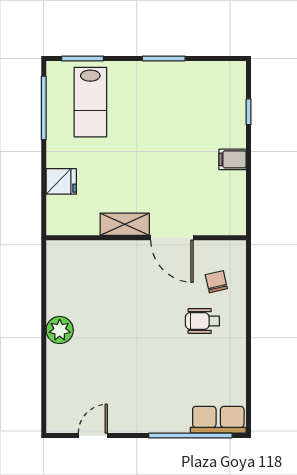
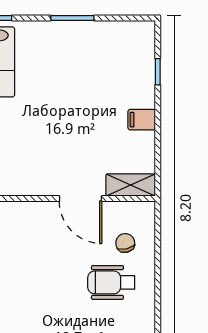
shelving: (125, 224) -> (131, 185), moved
wheelchair: (202, 321) -> (111, 282), width x1.36, depth x1.37

